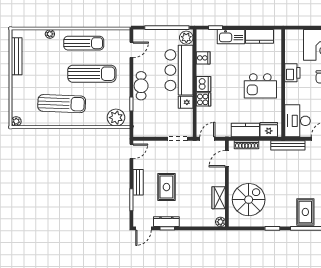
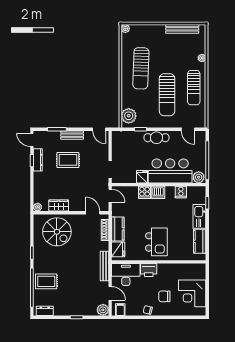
printer: (292, 73) -> (149, 270), moved
kitchen island: (260, 86) -> (156, 242), turned 180

